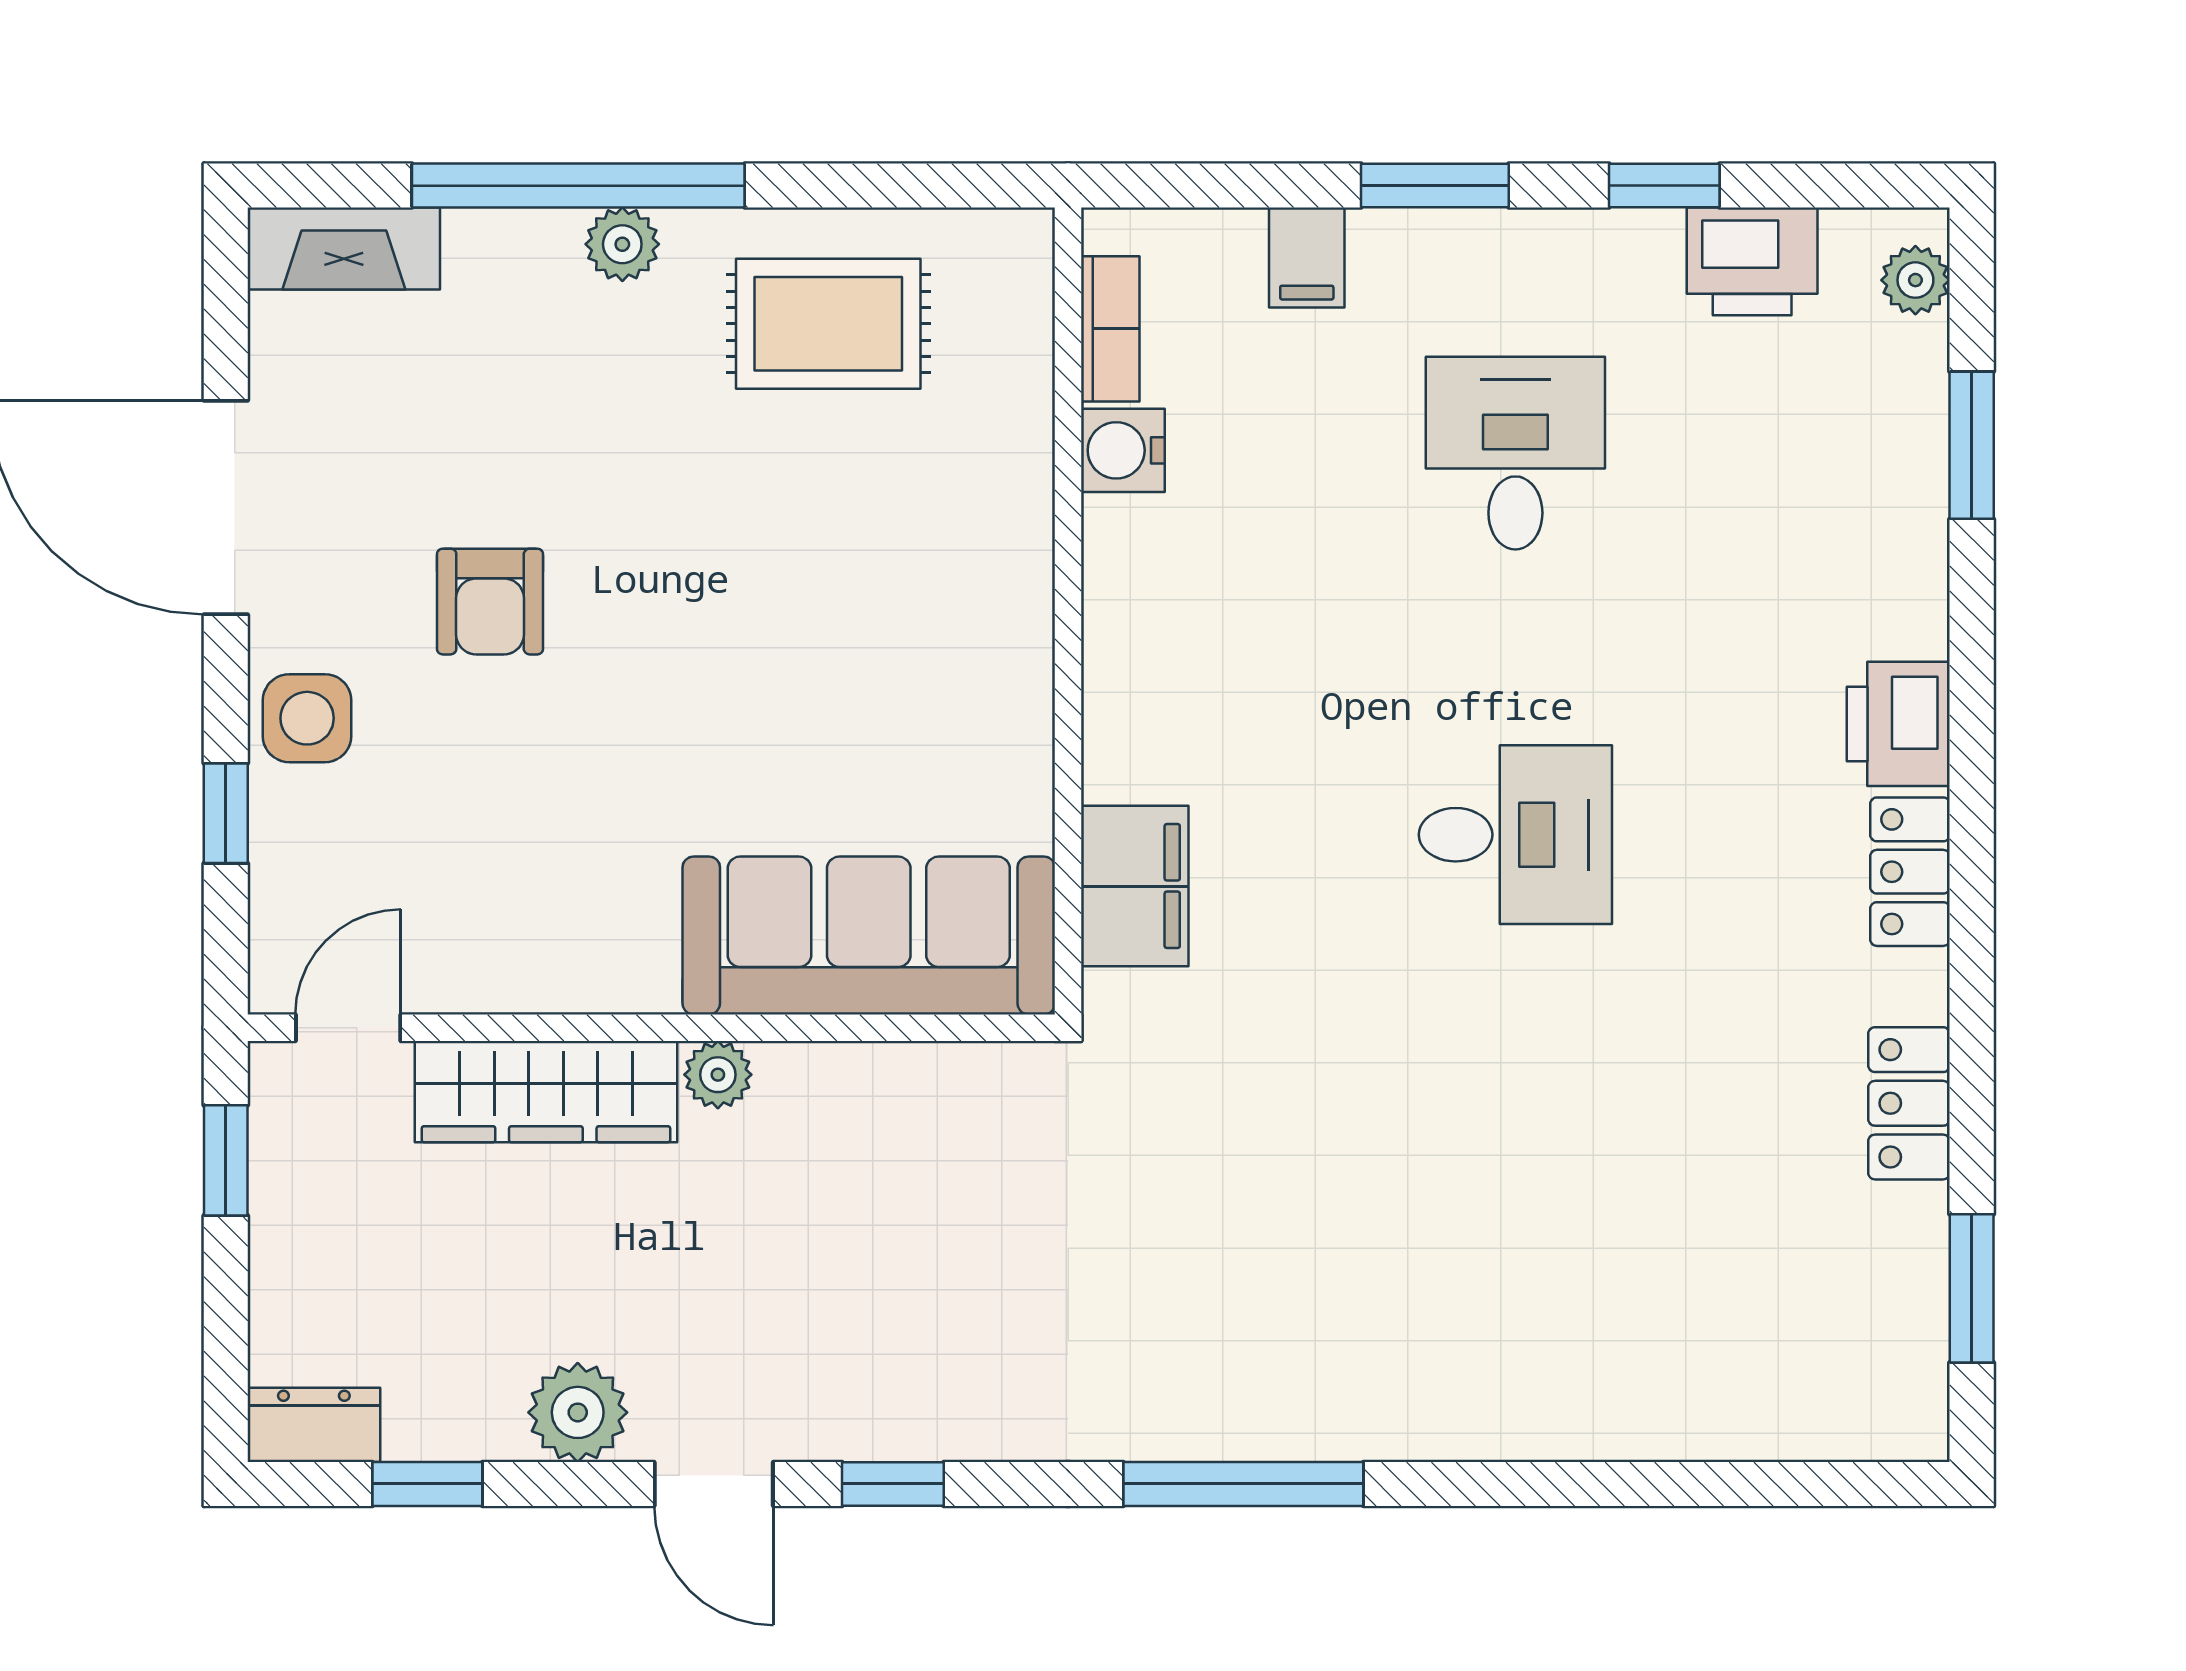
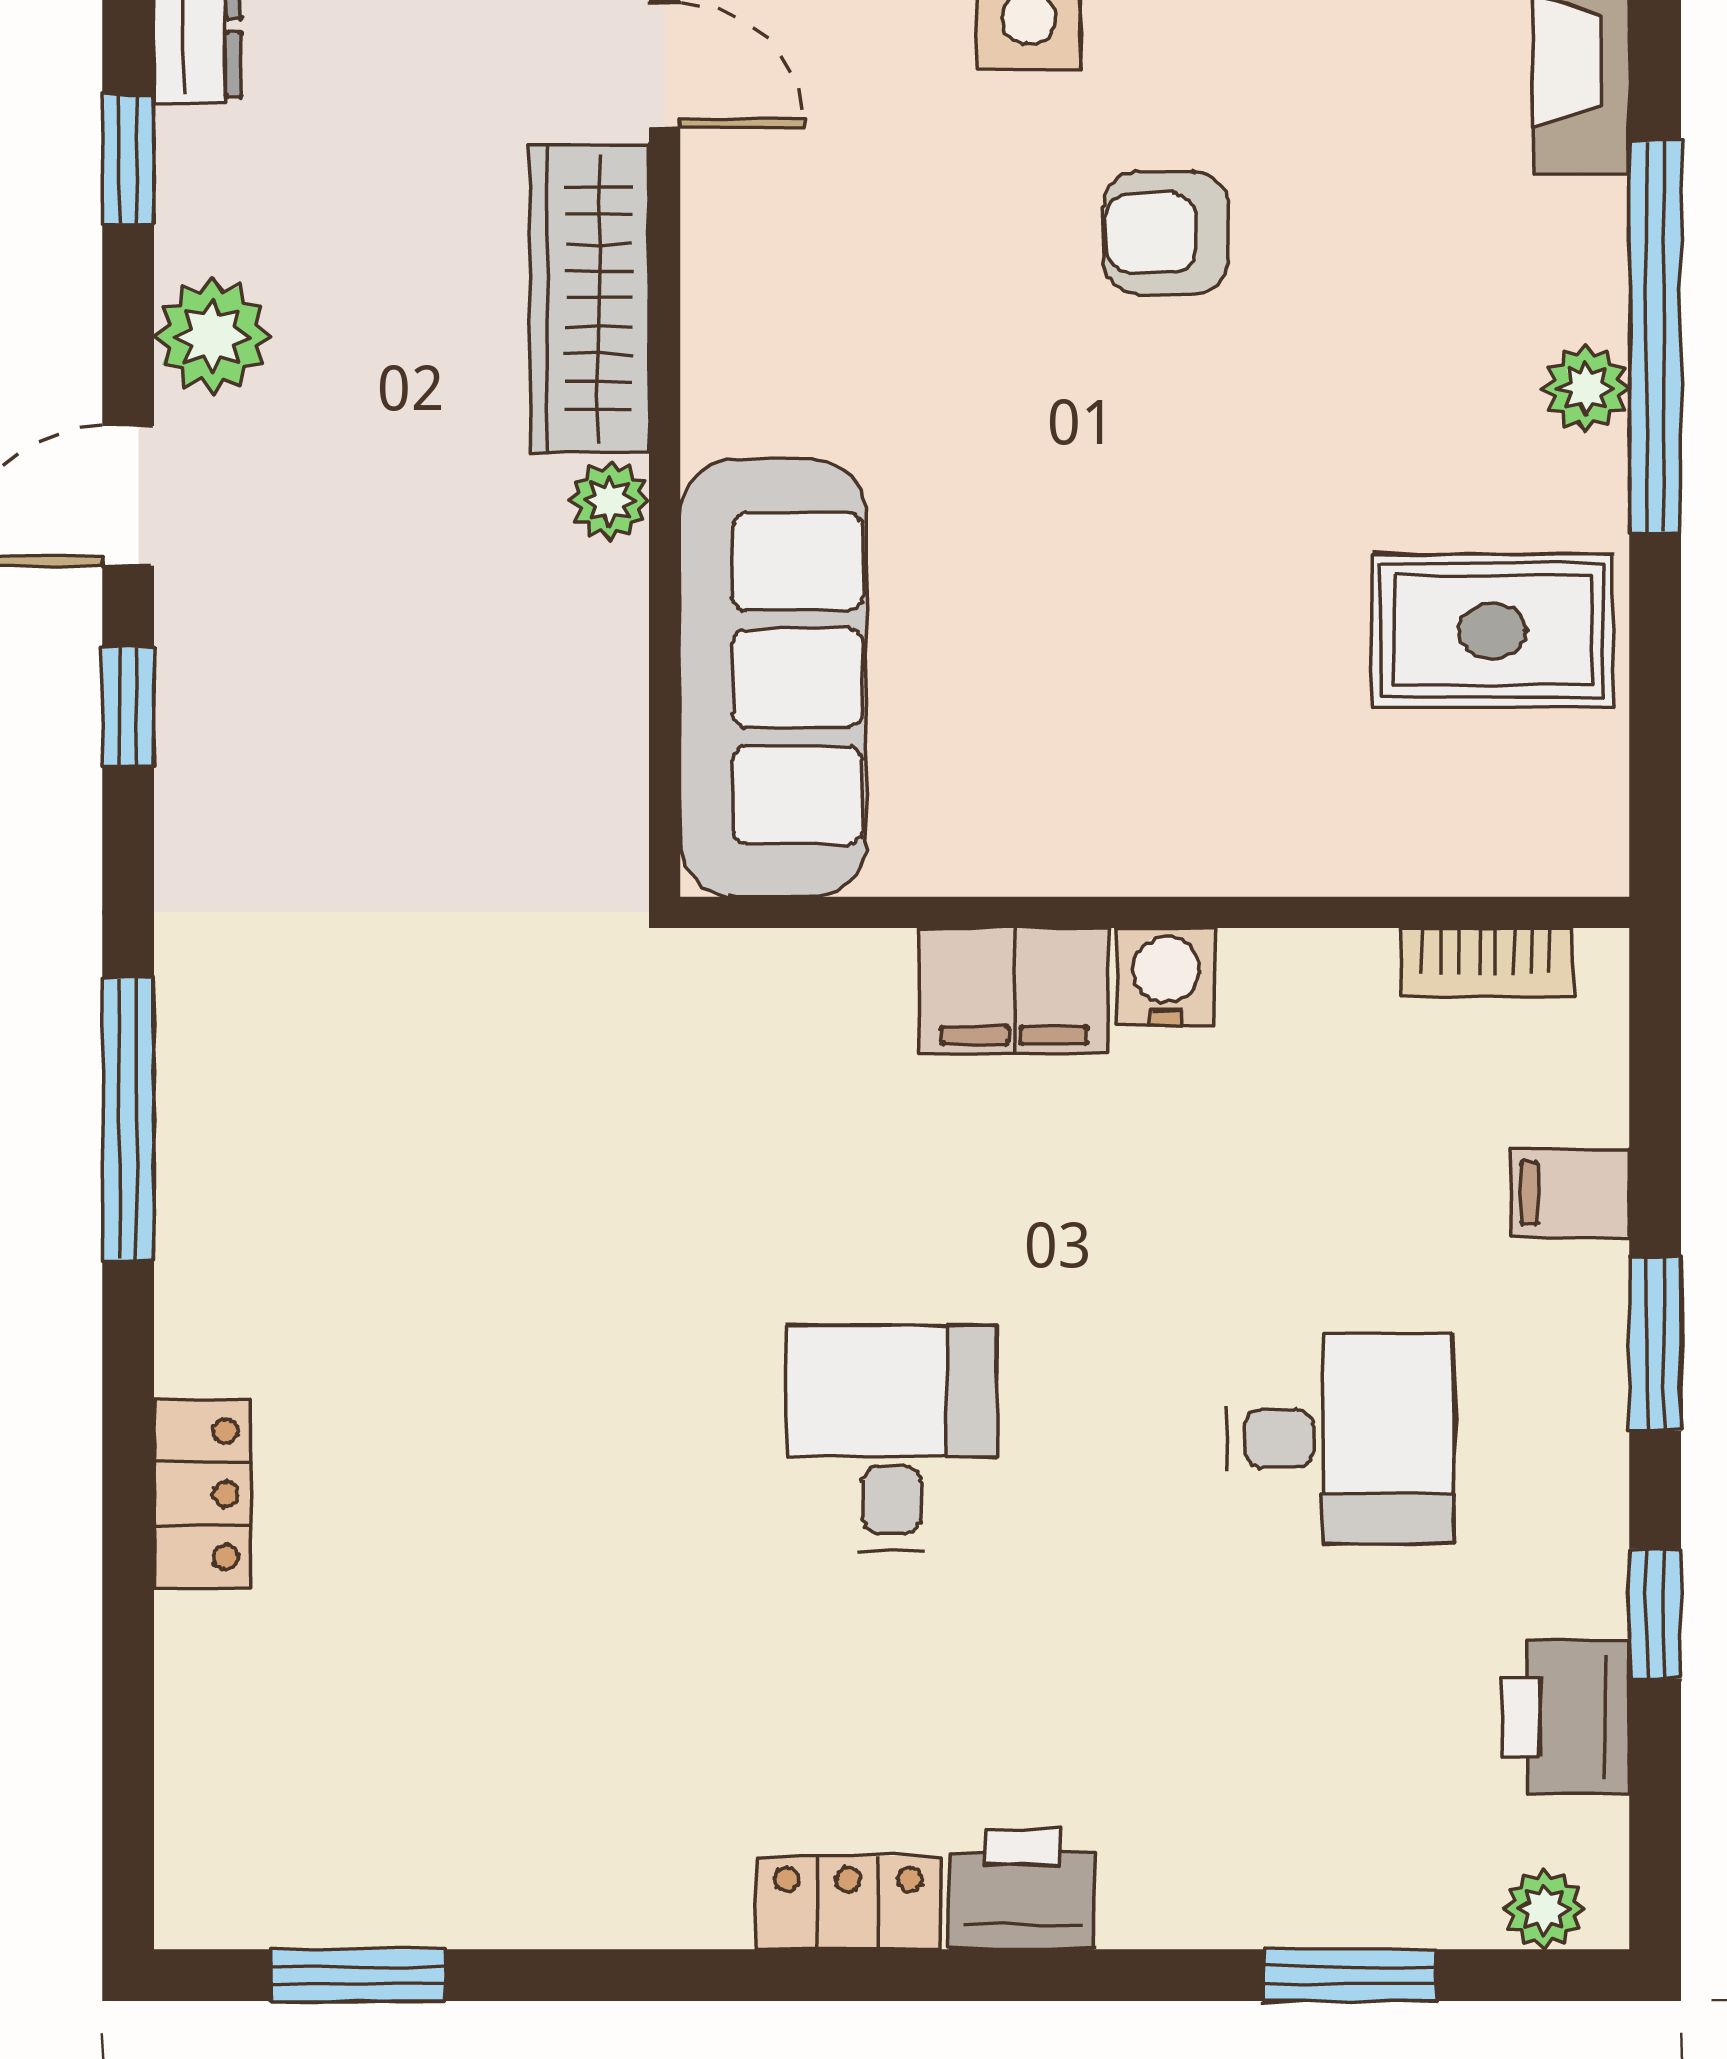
rug: (828, 324) -> (1493, 630), turned 90
water cooler: (1123, 450) -> (1166, 977), moved
desk: (1515, 835) -> (892, 1439), turned 180
filing cabinet: (1135, 886) -> (1014, 991), moved
locker: (1909, 1103) -> (202, 1494), moved, turned 90

